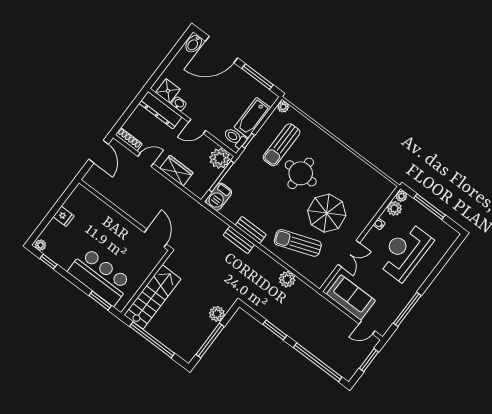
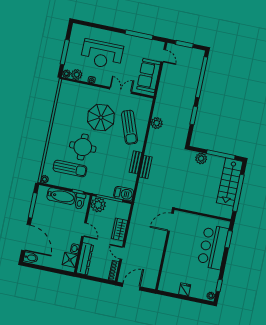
stairs: (153, 297) -> (230, 182), moved, turned -90

